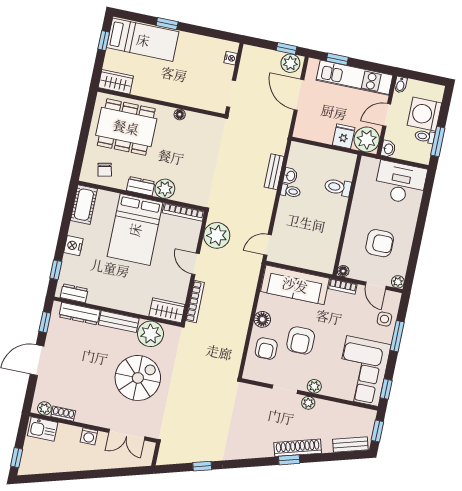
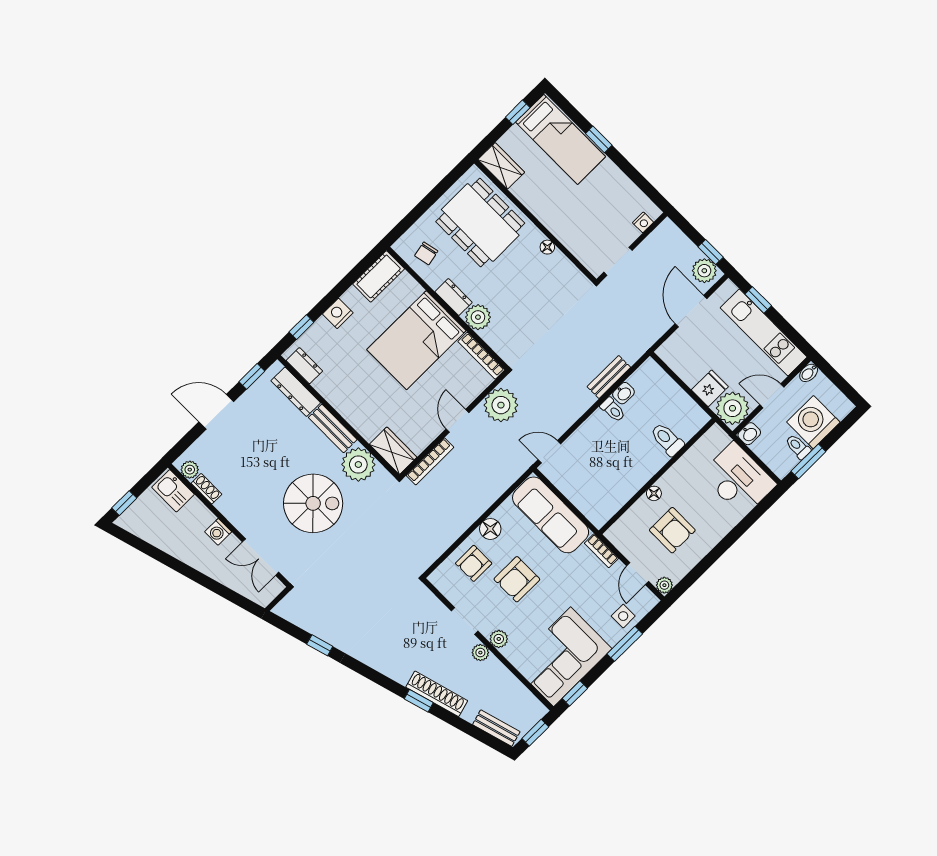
floor lamp: (343, 271) -> (654, 493), moved

